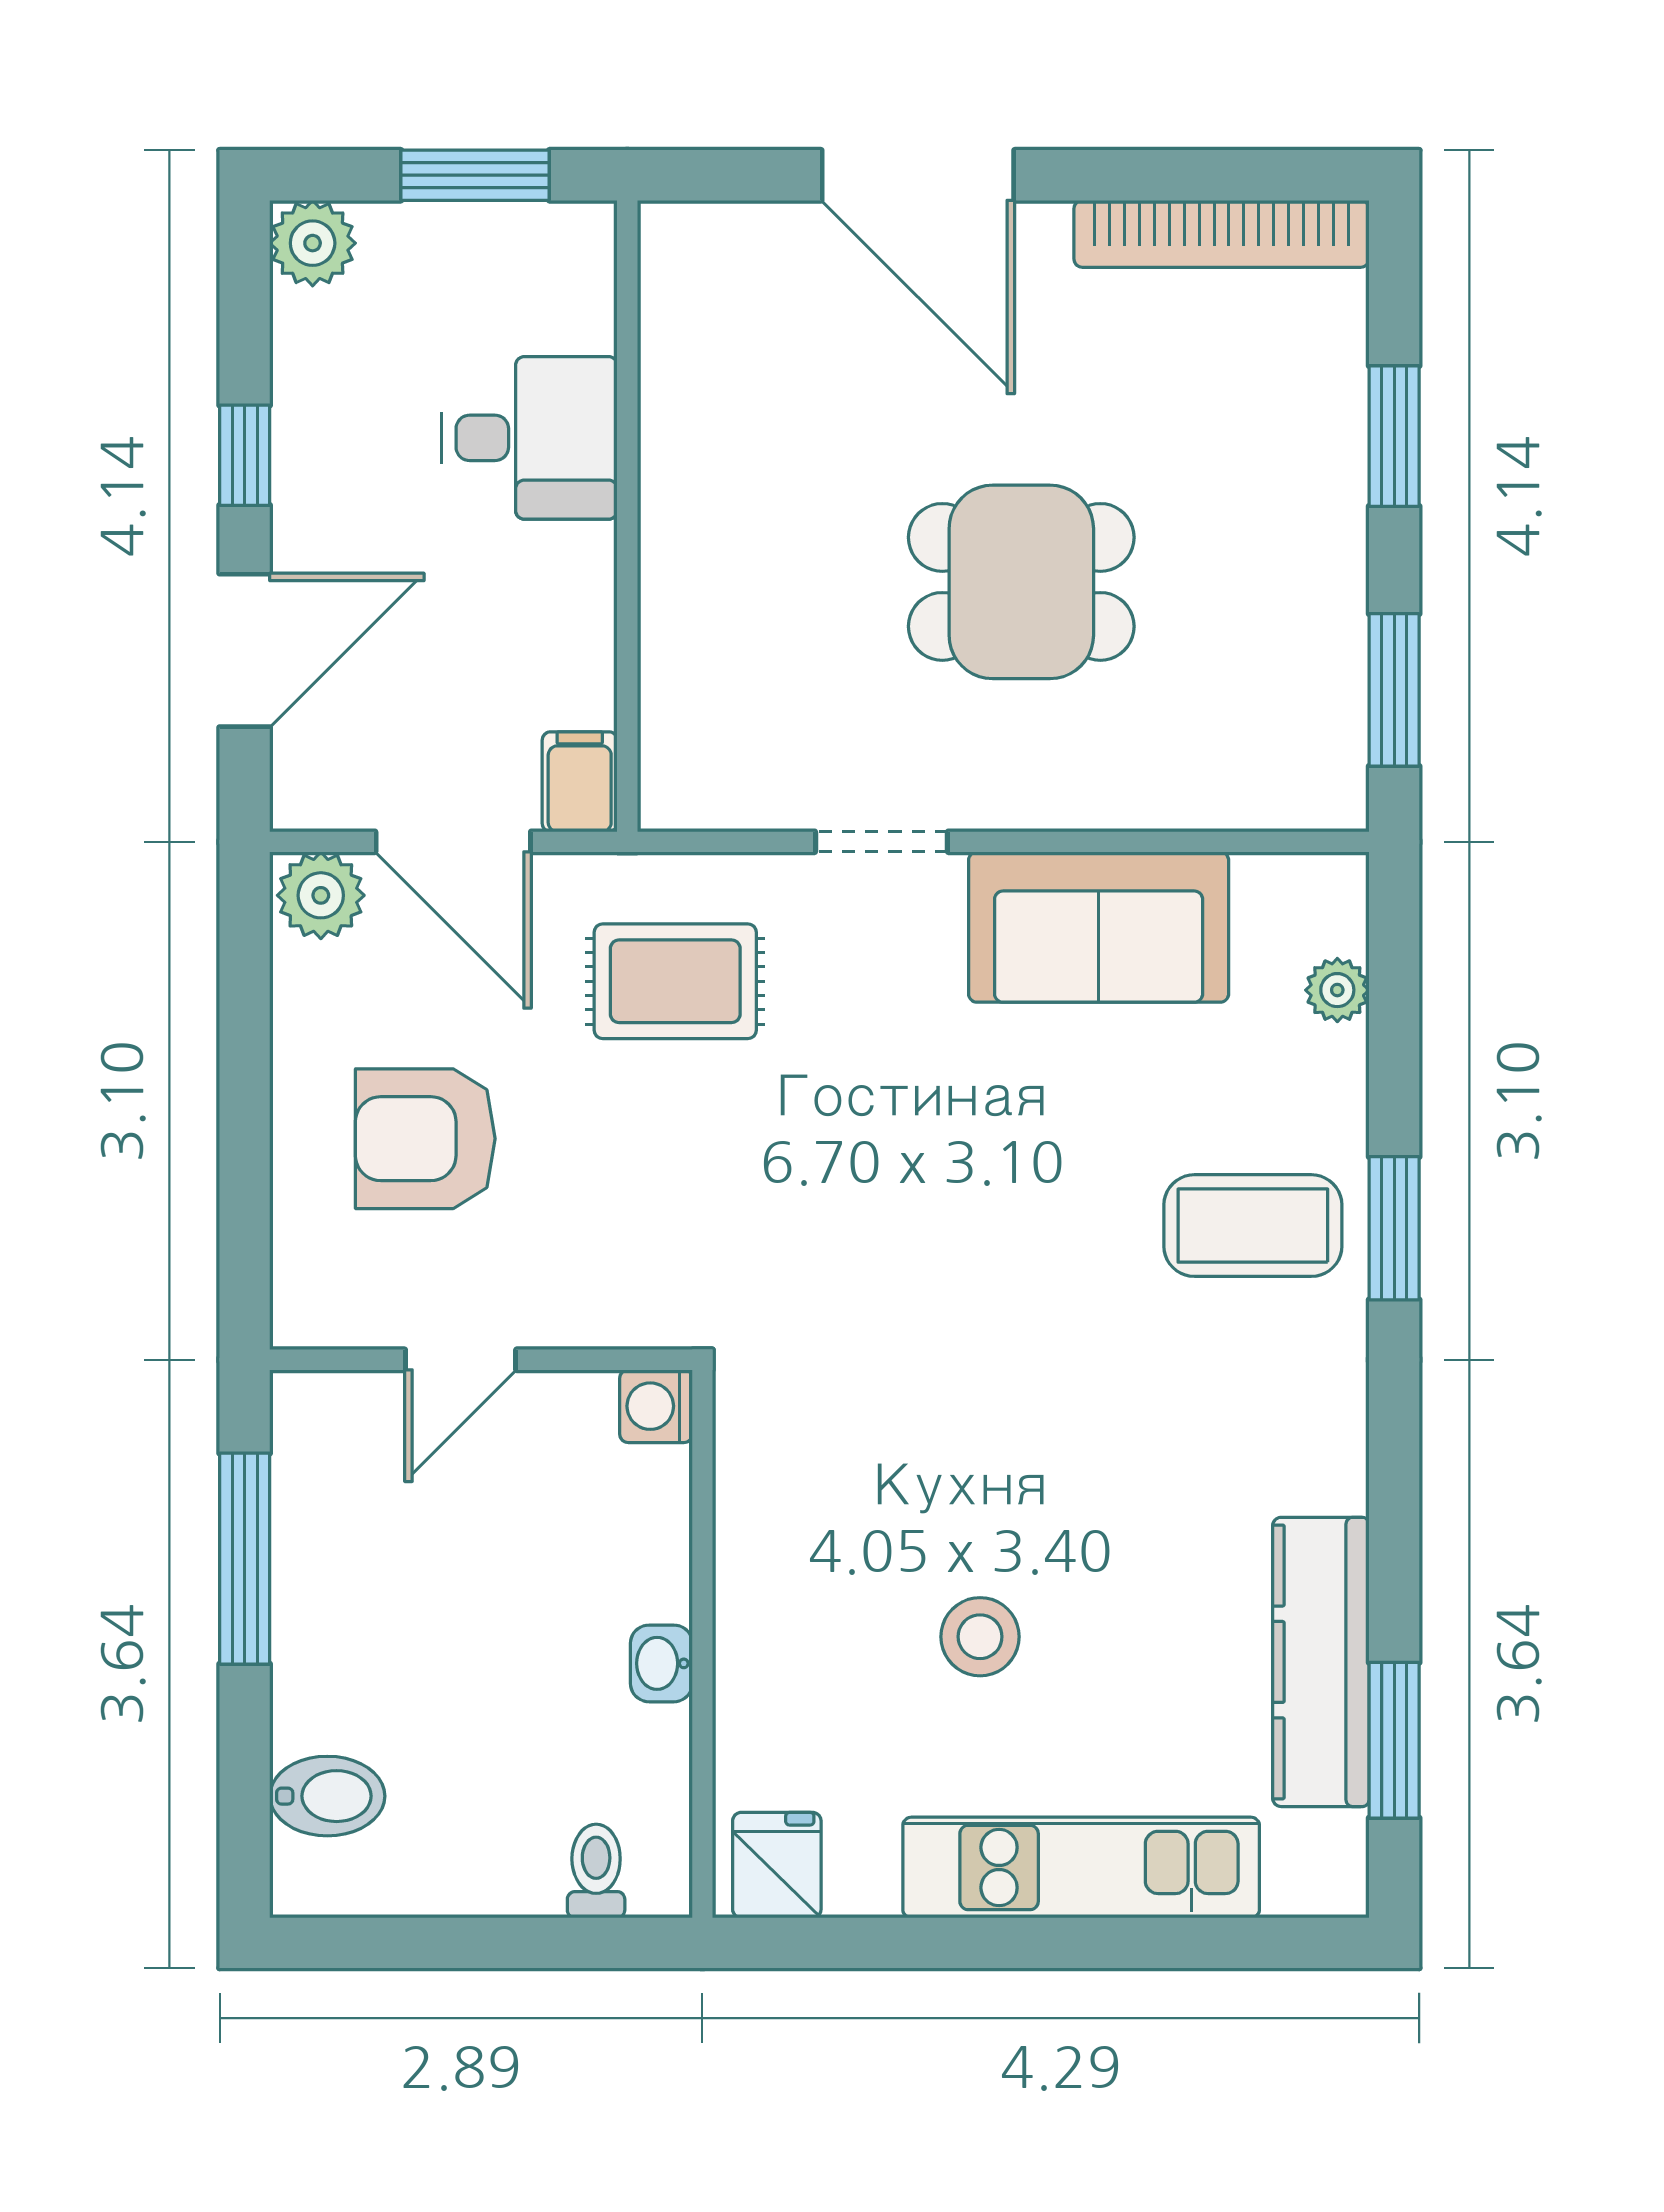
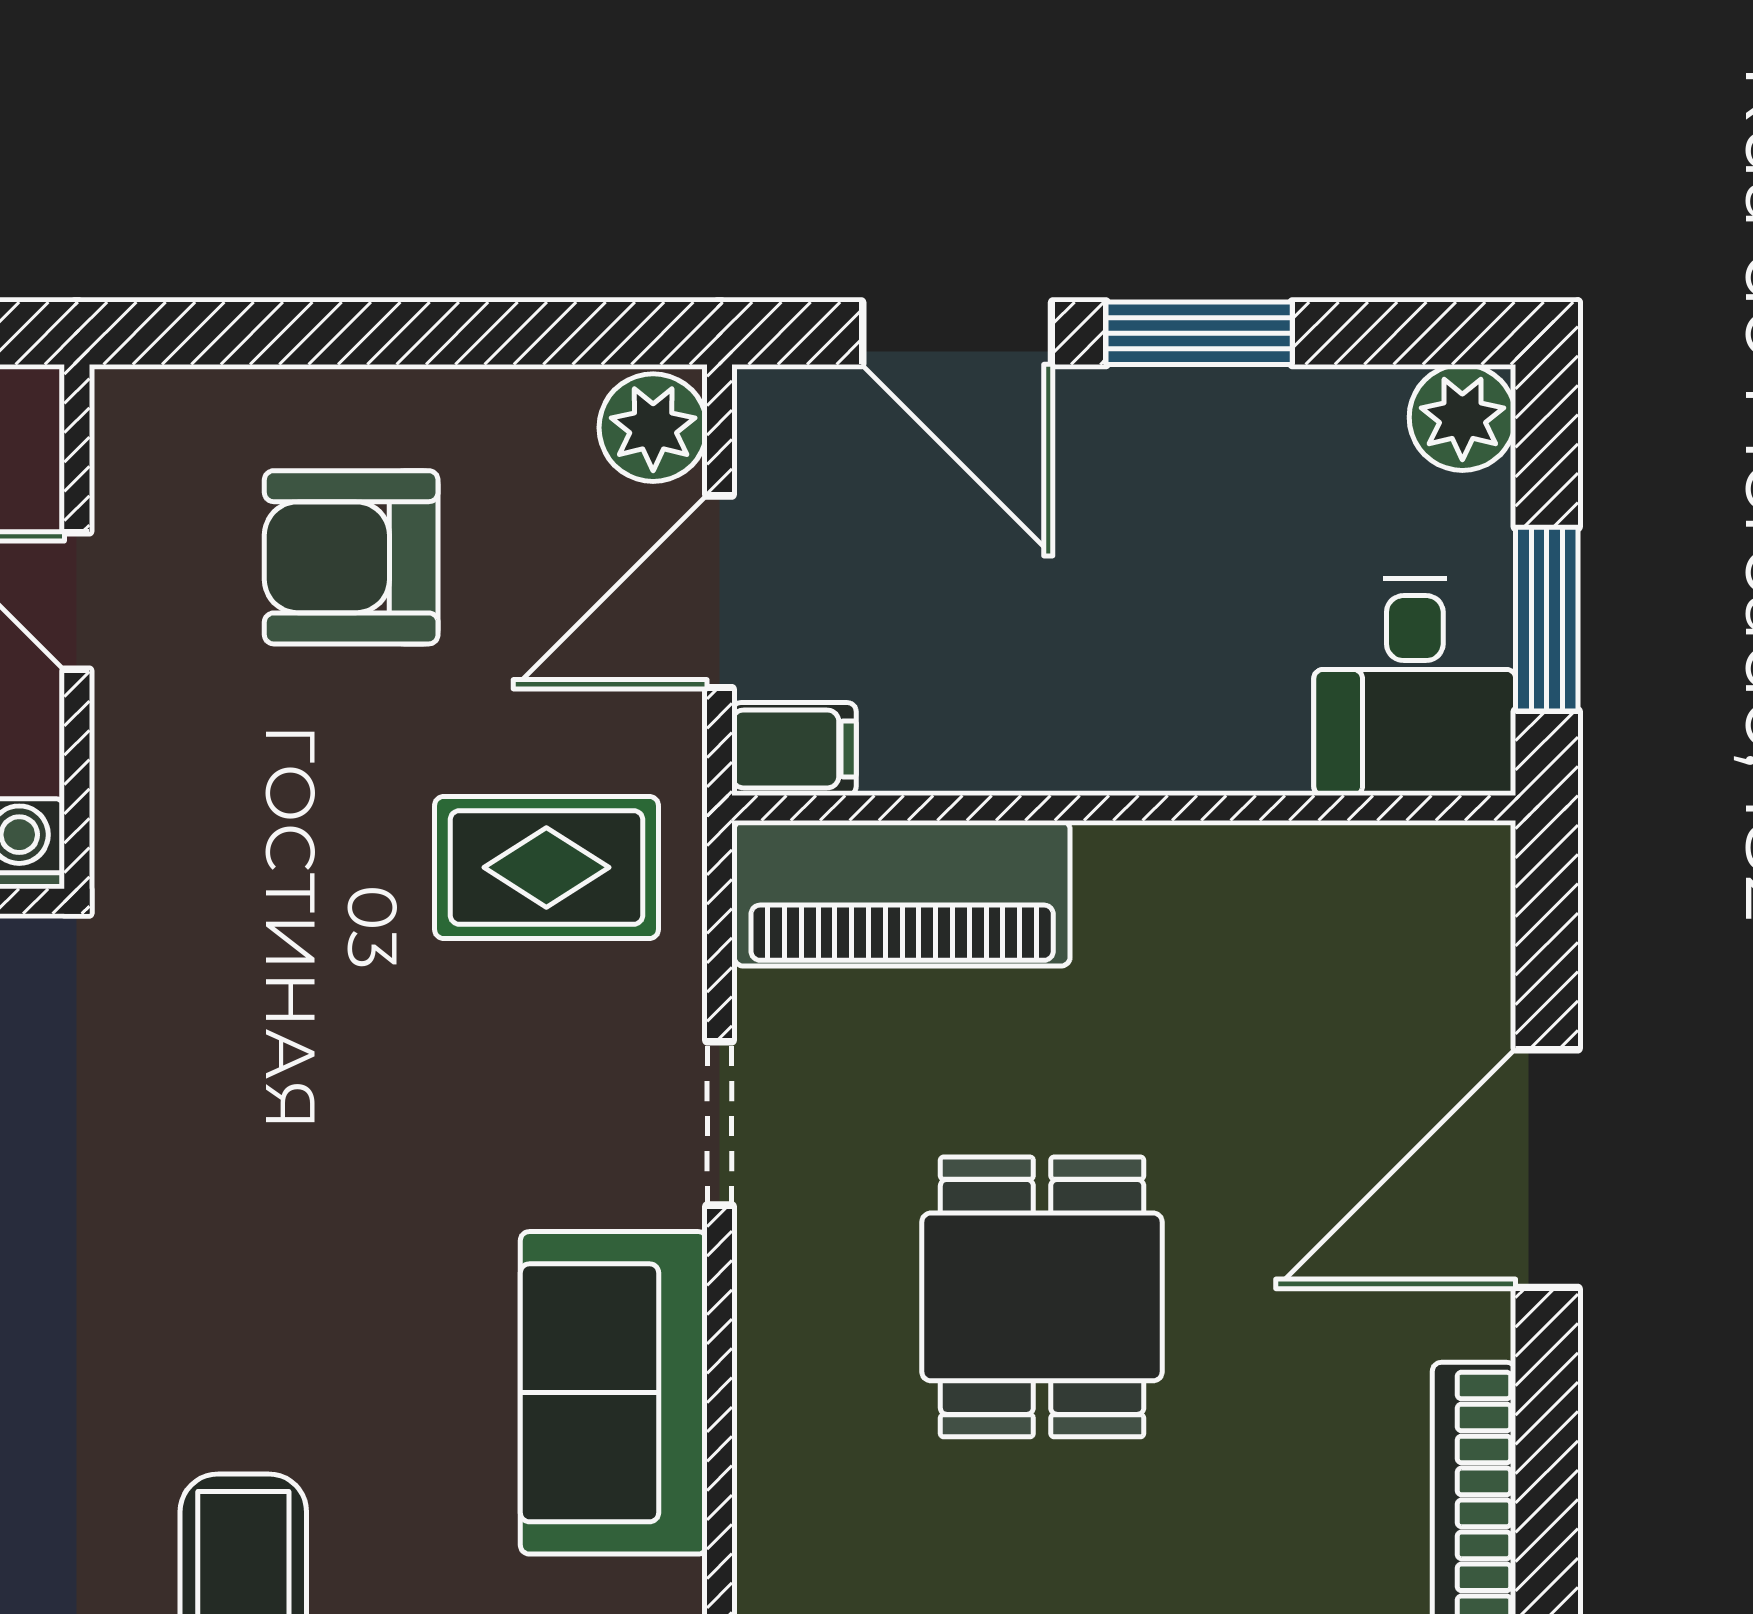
desk: (530, 438) -> (1415, 687), moved
window: (245, 455) -> (1199, 333), width x1.50
piano: (696, 695) -> (902, 893), added
rug: (675, 981) -> (546, 867), turned 90
armchair: (425, 1139) -> (351, 557), turned -90

